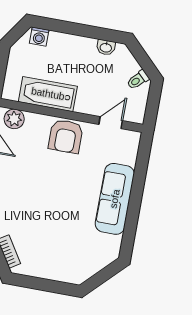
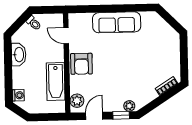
washbasin: (106, 47) -> (19, 55), width x1.91, depth x1.45
armchair: (66, 136) -> (81, 64), turned 90

